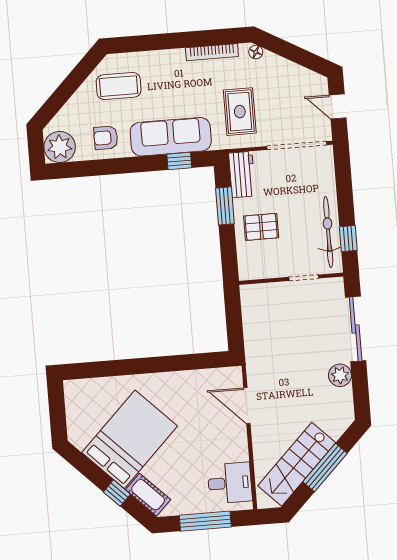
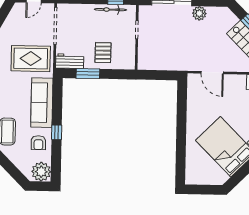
rug: (240, 112) -> (31, 59), width x1.36, depth x1.43
window: (179, 161) -> (57, 132), moved
bicycle: (328, 232) -> (110, 10), width x0.73, depth x0.71
door: (247, 406) -> (212, 73), hinge flipped

